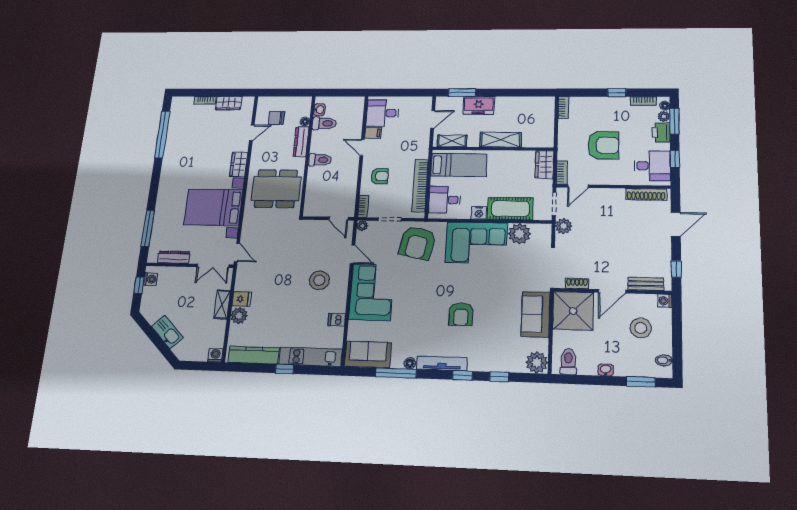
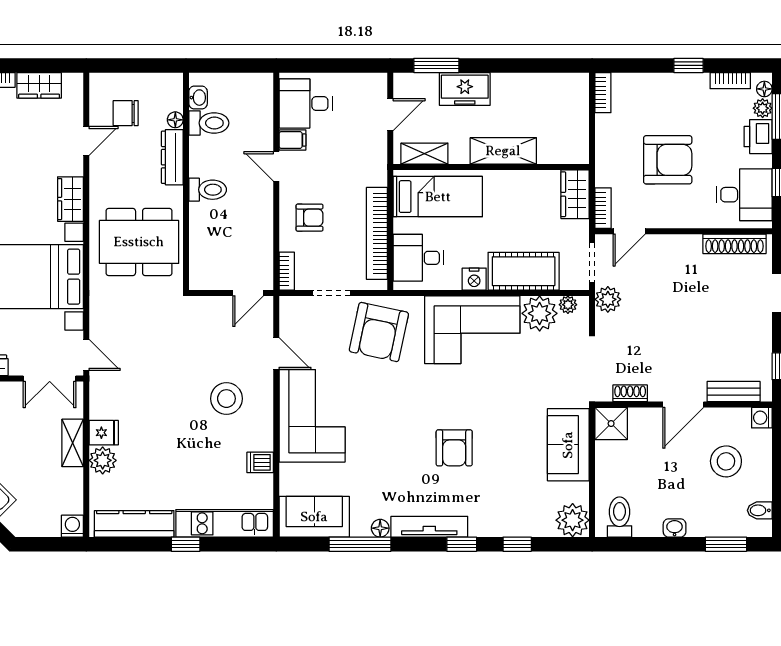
door: (339, 219) -> (248, 293), hinge flipped
plant: (362, 226) -> (568, 305), moved
shower: (573, 311) -> (611, 424), width x0.54, depth x0.54

